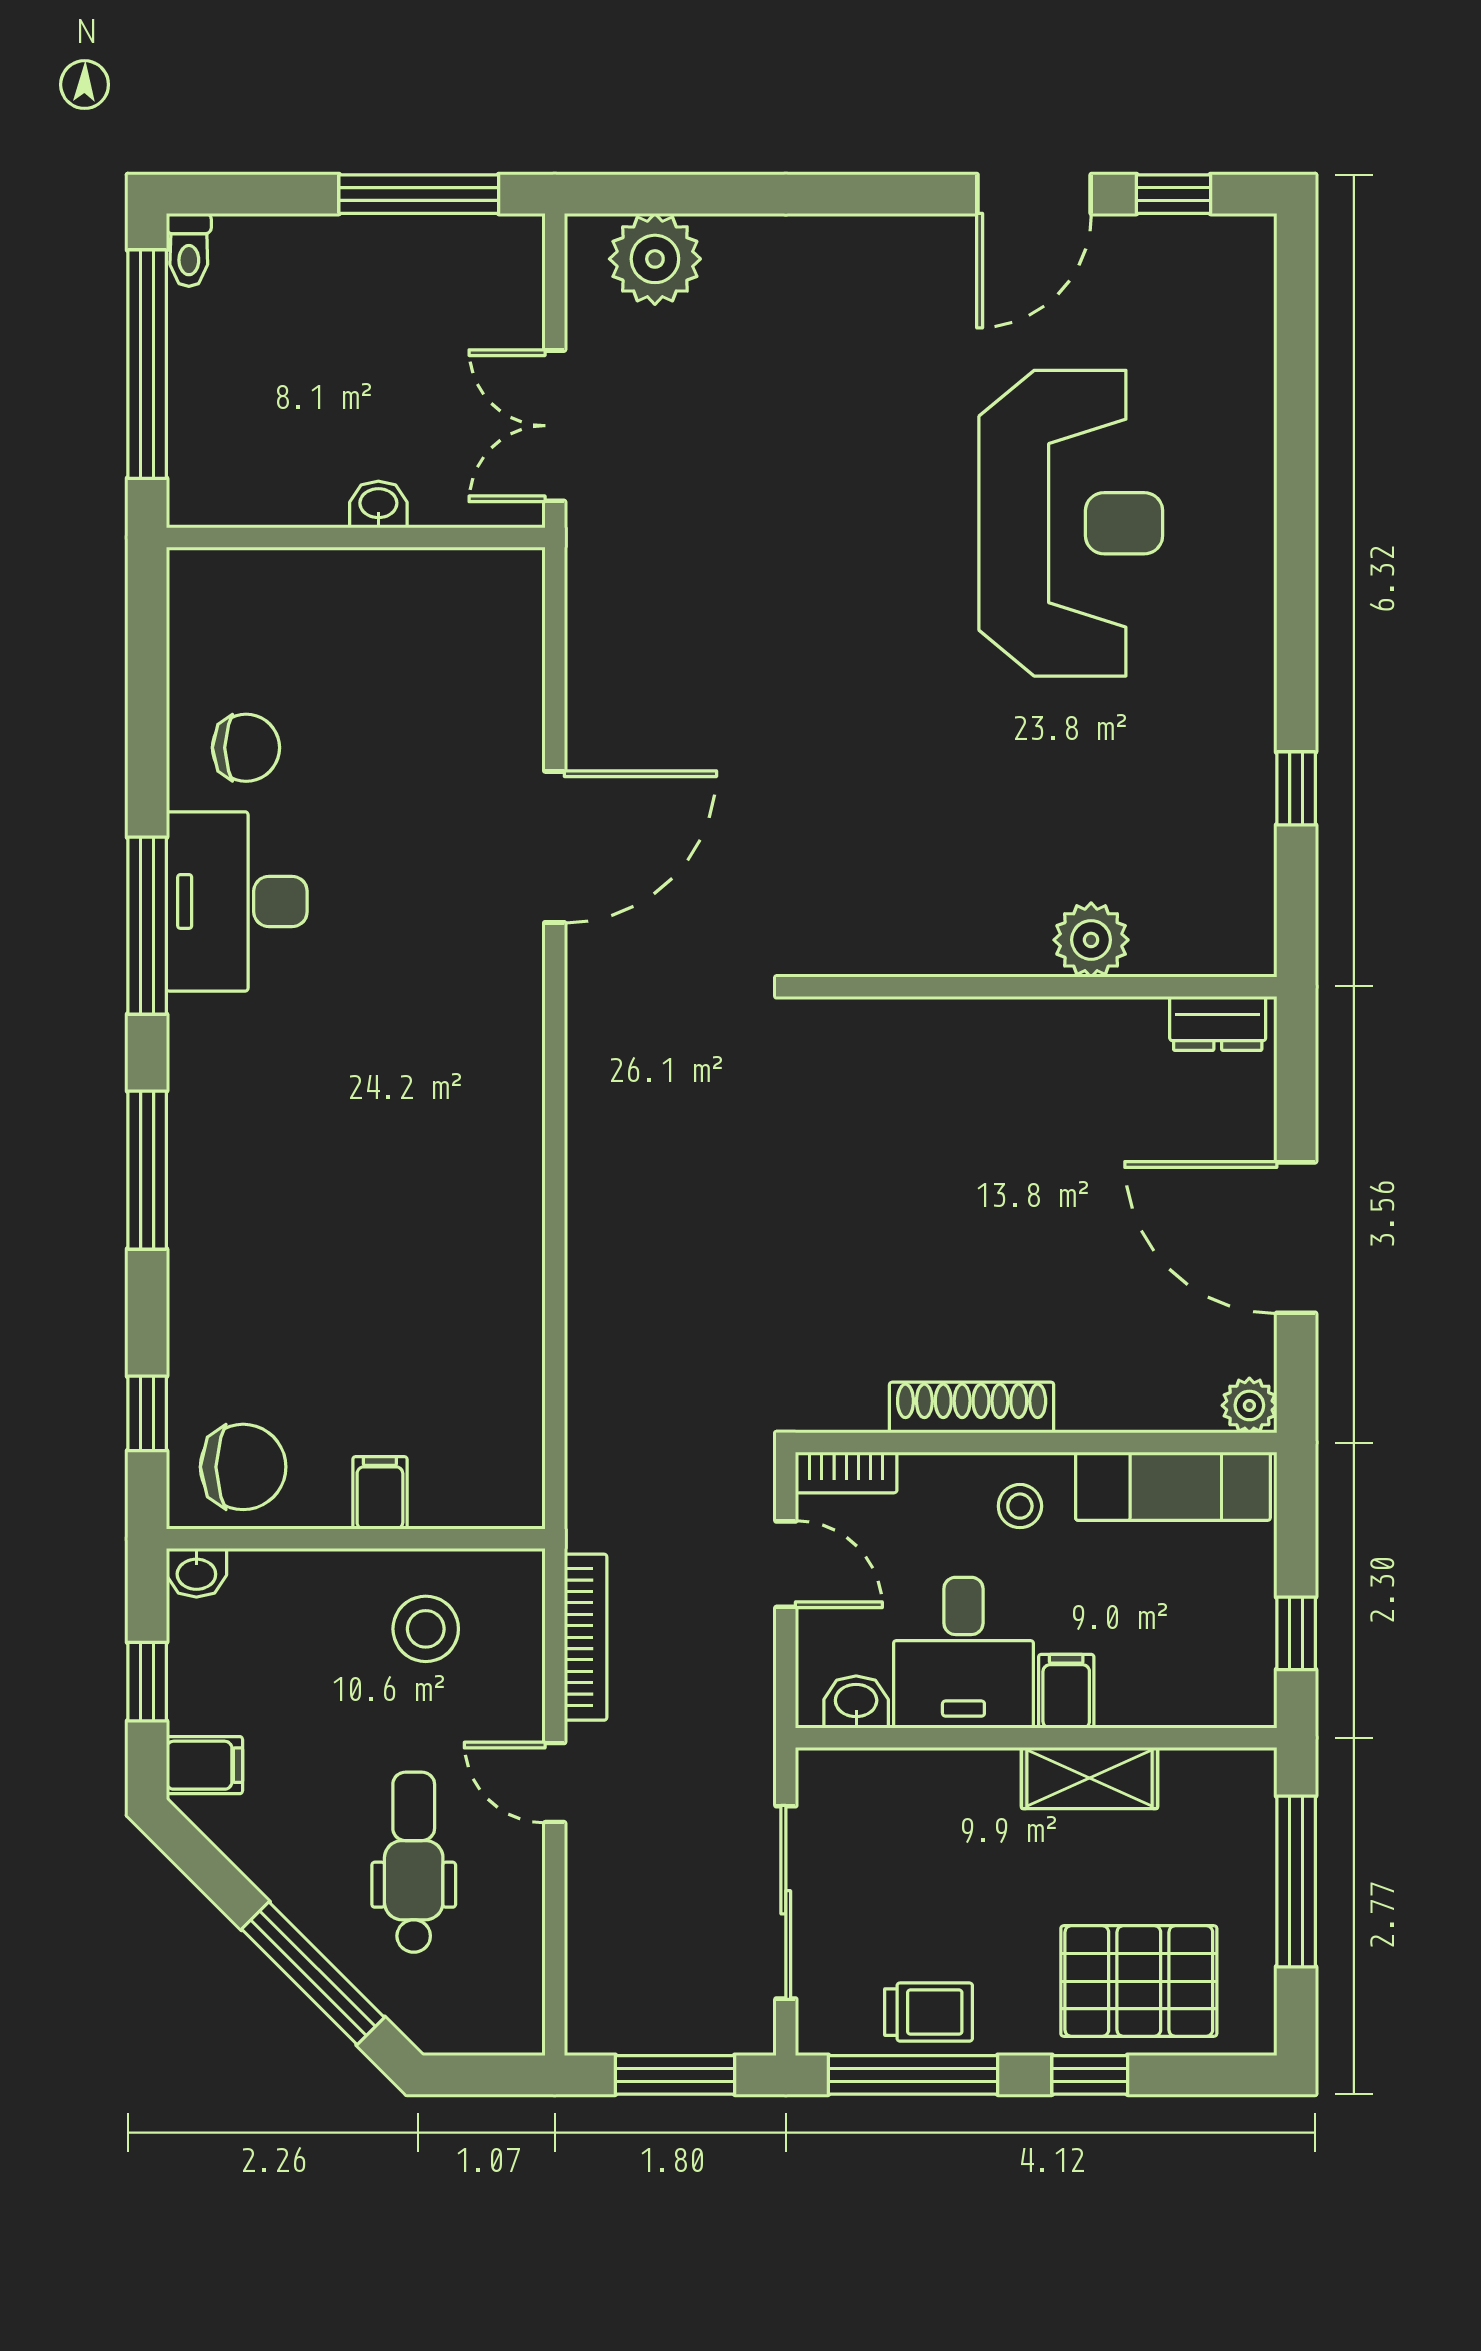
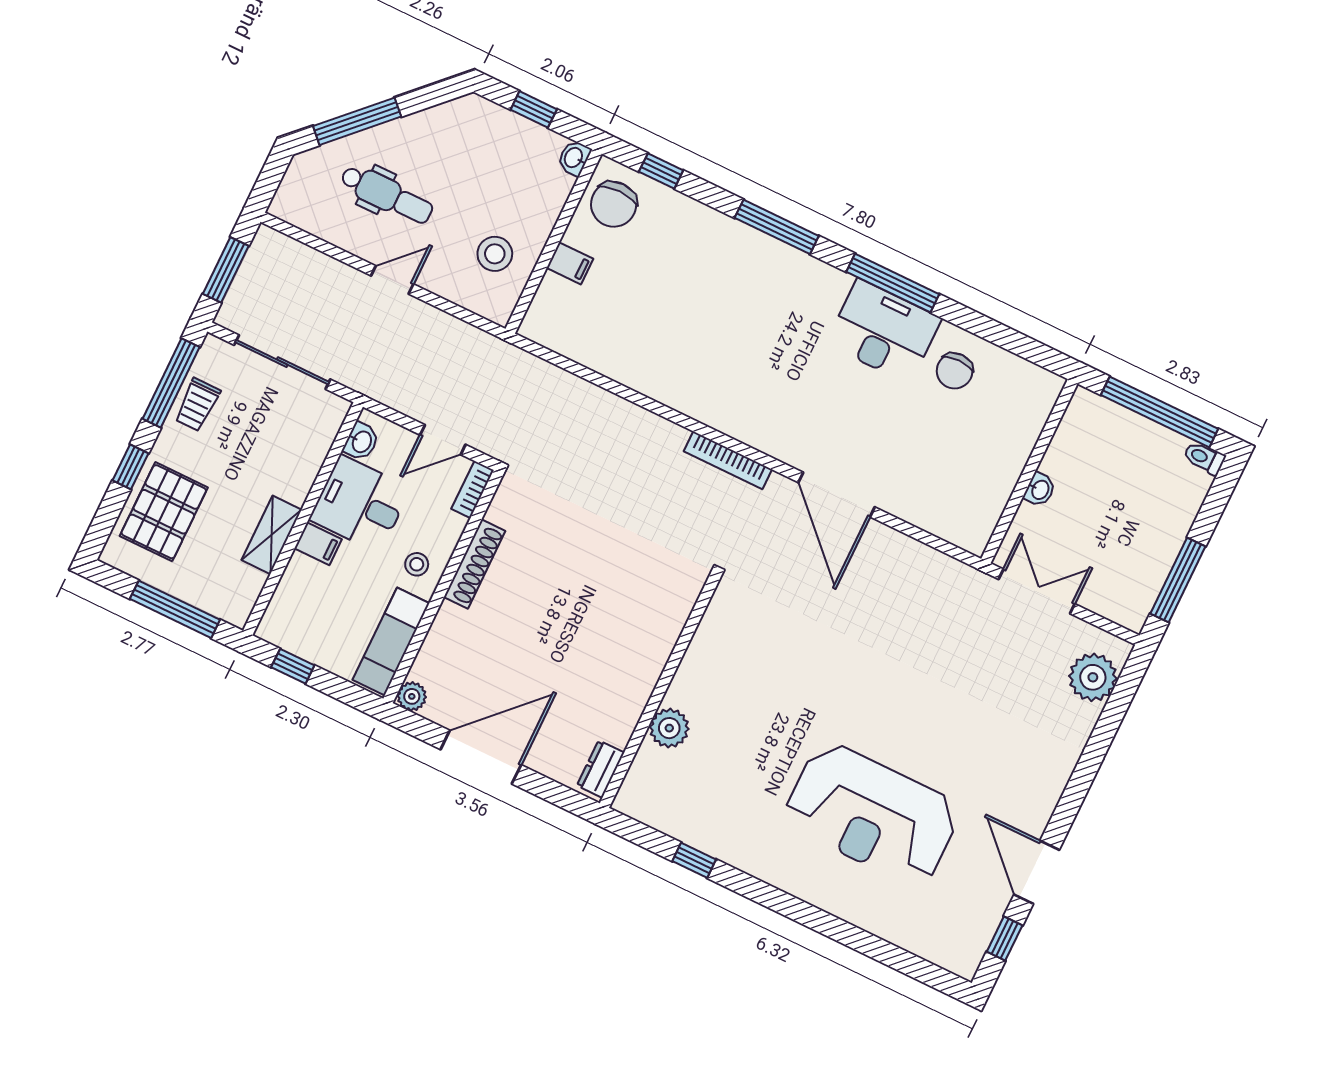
bookcase: (586, 1637) -> (728, 460), moved
filing cabinet: (204, 1765) -> (481, 117), removed

